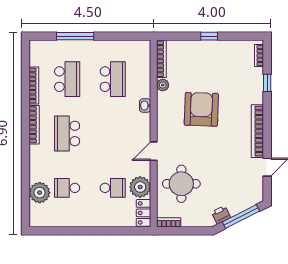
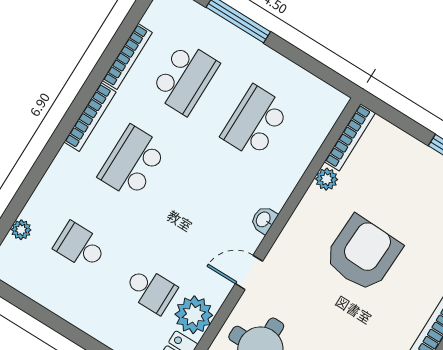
school desk: (113, 79) -> (255, 122), turned 180
washbasin: (145, 106) -> (264, 220), moved
plant: (40, 193) -> (21, 230), width x0.53, depth x0.53

